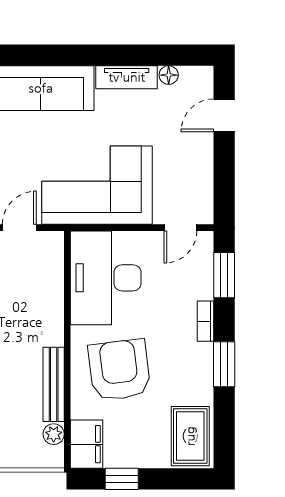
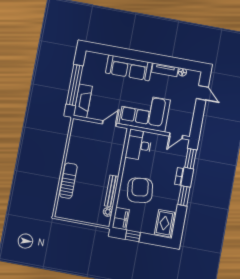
door: (224, 115) -> (202, 93), swing flipped
desk: (106, 278) -> (139, 145), width x0.73, depth x0.77

